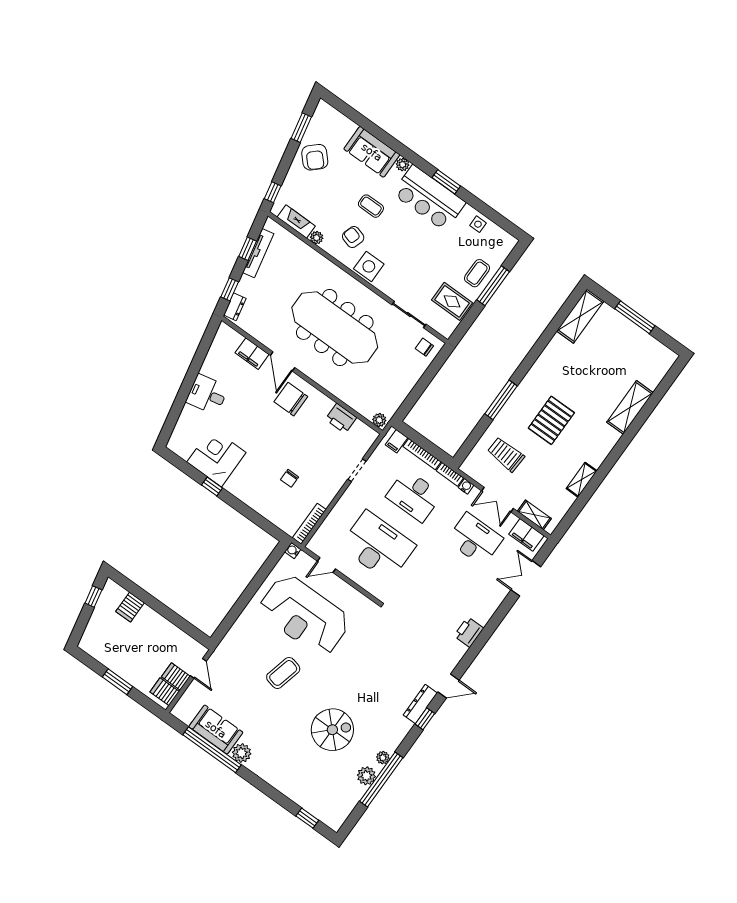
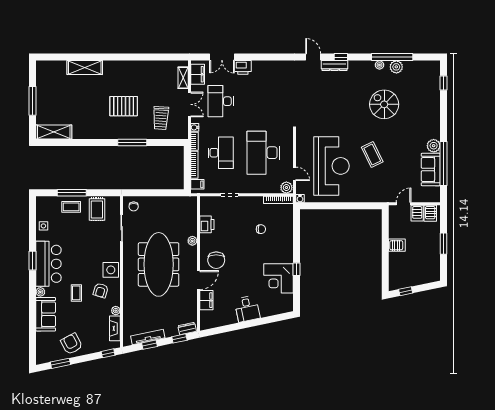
armchair: (315, 157) -> (72, 344), turned -75
plant: (379, 420) -> (192, 241), moved
shelving: (582, 480) -> (145, 66), removed
plant: (317, 544) -> (286, 188), added
server rack: (130, 607) -> (397, 245), moved
printer: (469, 632) -> (243, 67), moved
coffee table: (283, 673) -> (372, 155), turned 50

